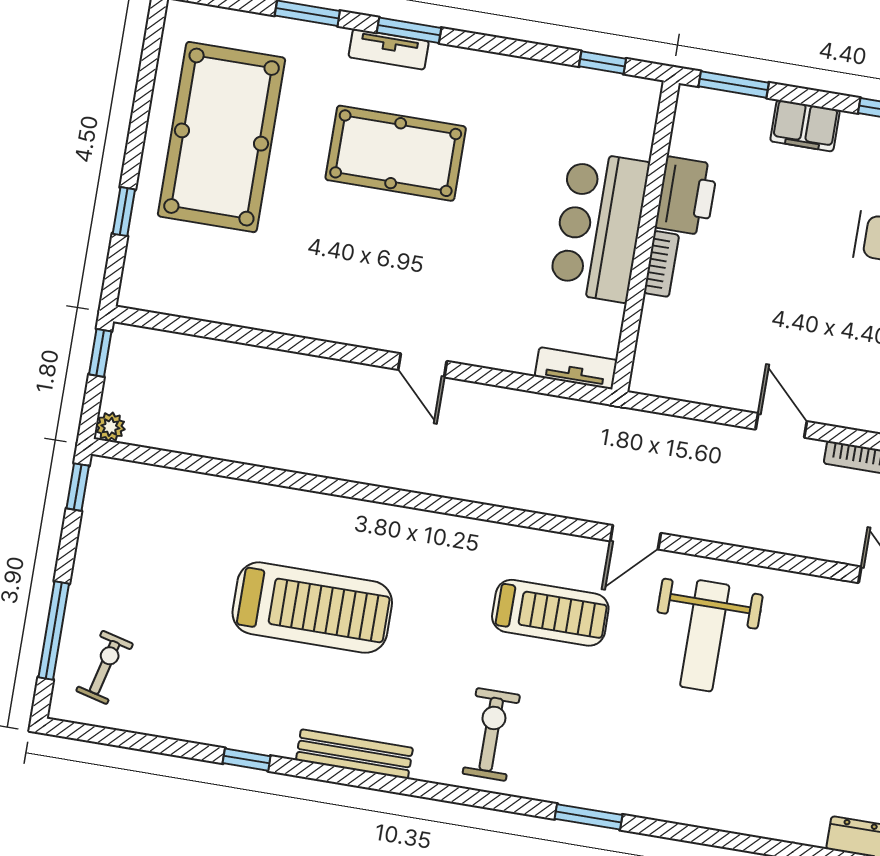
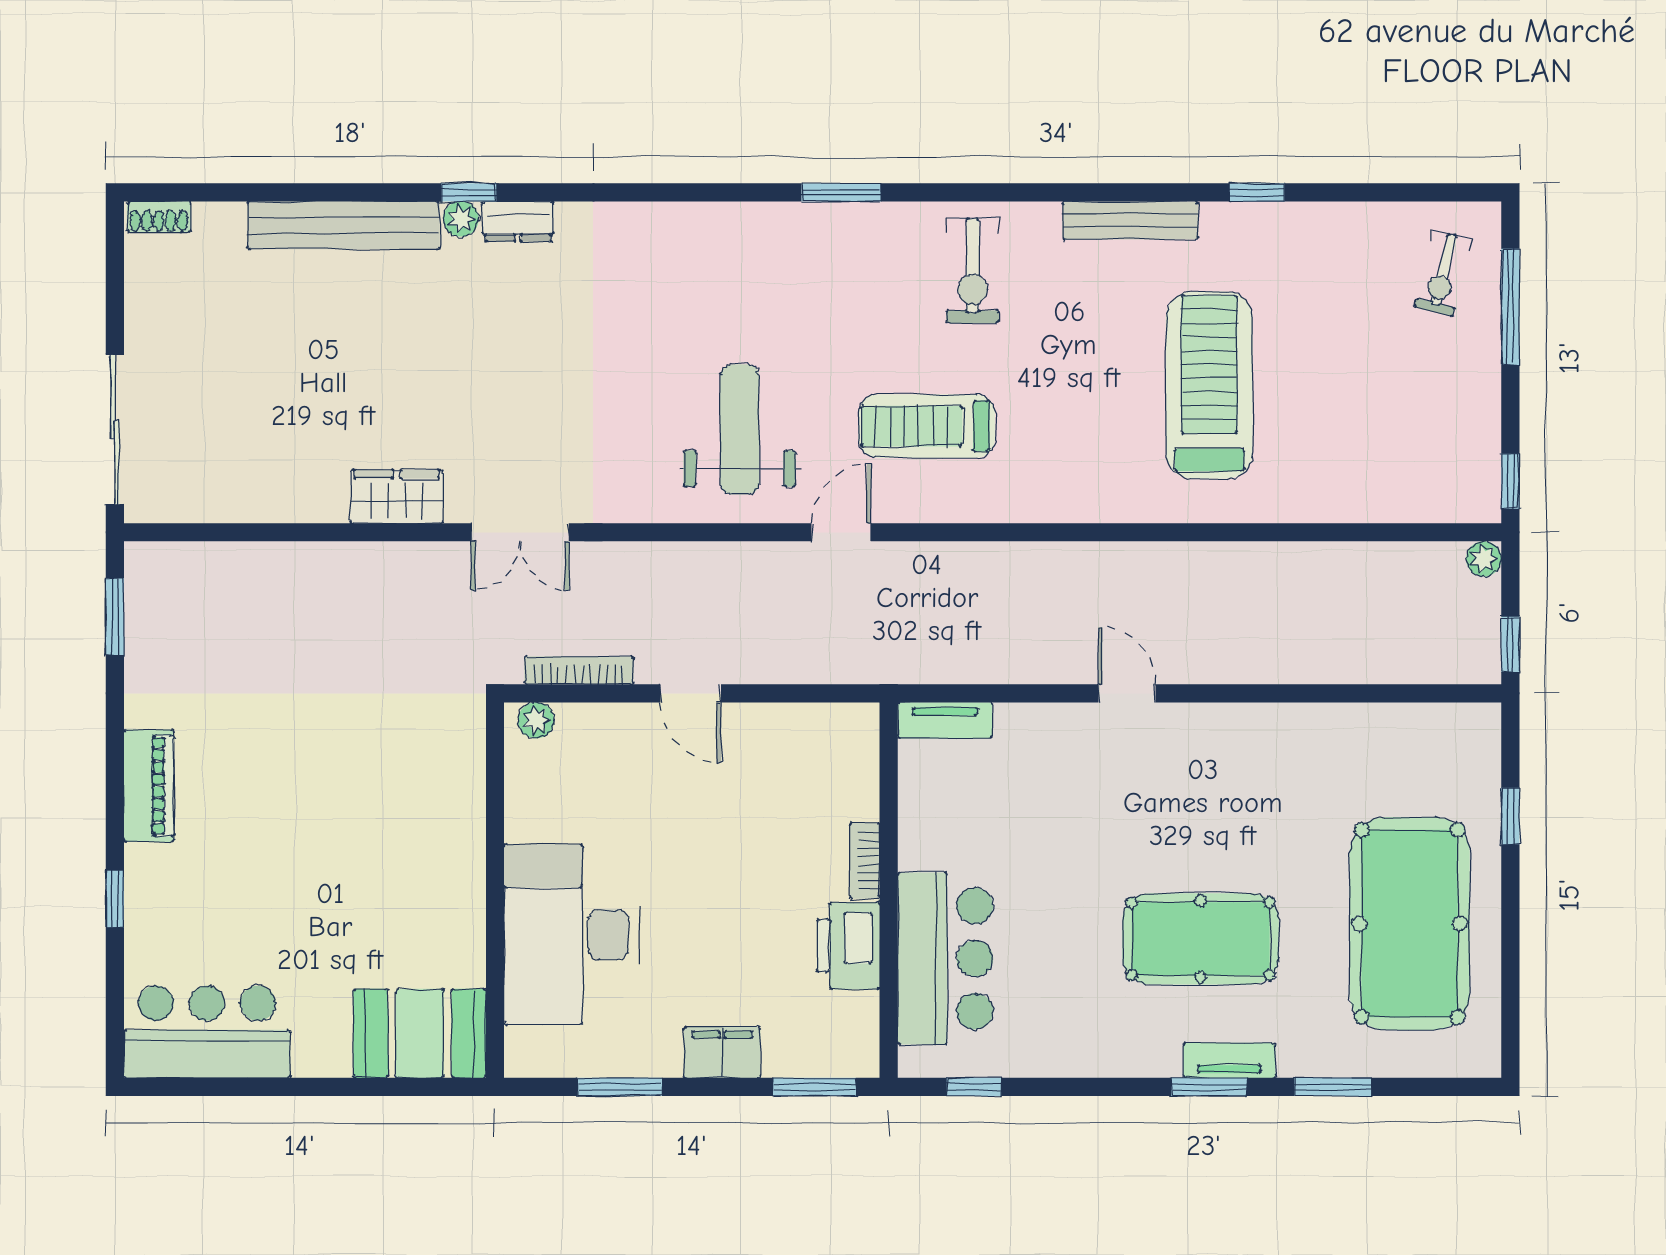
bar counter: (599, 226) -> (945, 959), moved
treadmill: (312, 608) -> (1209, 385), turned 90

